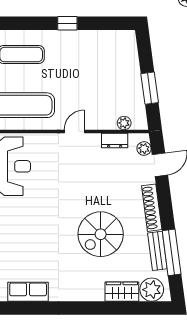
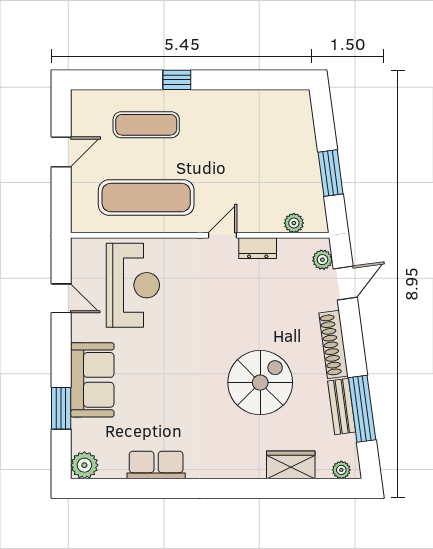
window: (67, 23) -> (177, 80), moved
dresser: (115, 141) -> (258, 248), moved
spiral stairs: (101, 234) -> (260, 383), turned 180
plant: (152, 290) -> (341, 470), width x0.53, depth x0.53

